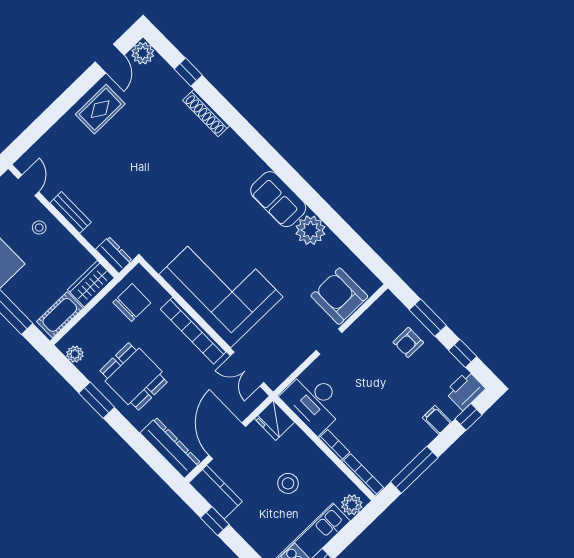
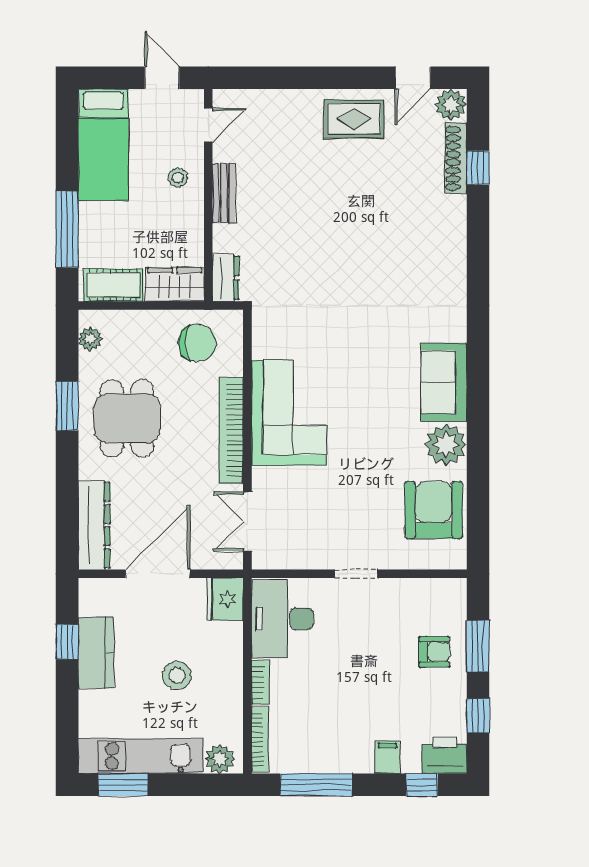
shoe rack: (206, 113) -> (456, 158), moved
corner sofa: (221, 286) -> (289, 413), width x0.73, depth x0.74
armchair: (339, 296) -> (434, 510), moved
armchair: (408, 342) -> (434, 652), turned 180
kitchen counter: (215, 492) -> (96, 653), moved

